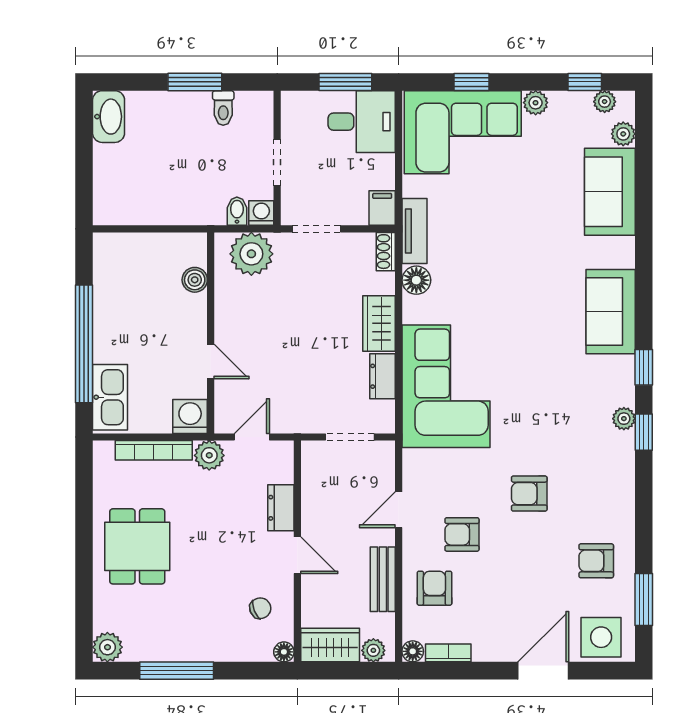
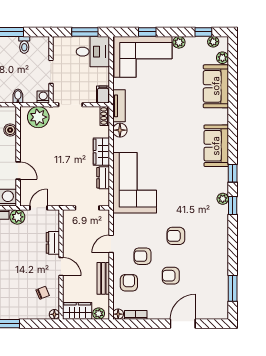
bidet: (237, 211) -> (18, 96), moved
armchair: (596, 561) -> (171, 276), moved
side table: (601, 637) -> (211, 307), removed

